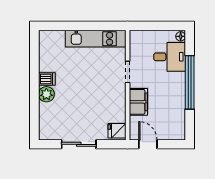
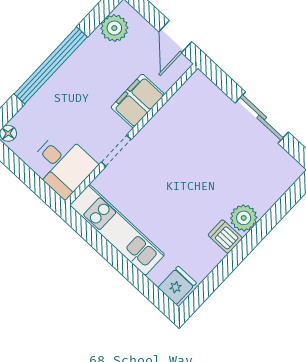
desk: (170, 57) -> (62, 164), moved, turned 180
plant: (177, 124) -> (114, 28), added
fridge: (117, 131) -> (177, 285), moved, turned -90

